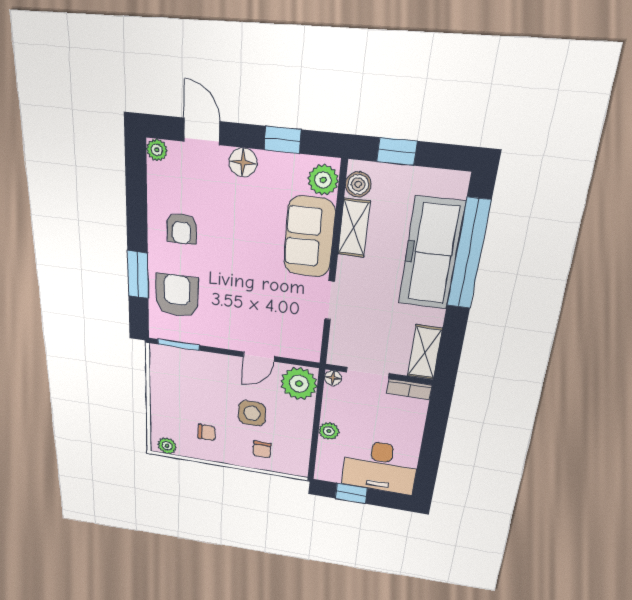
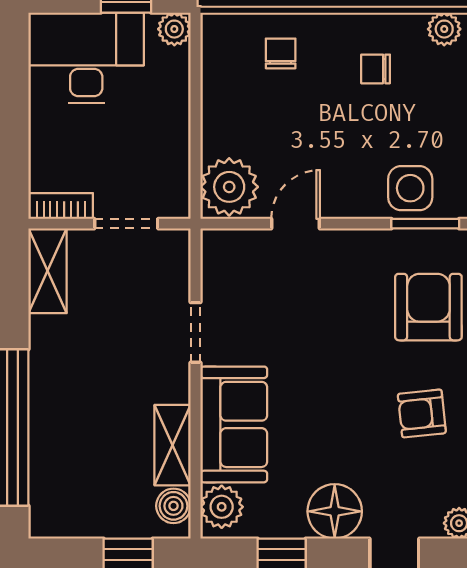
floor lamp: (243, 162) -> (335, 511), width x1.38, depth x1.38
armchair: (182, 229) -> (422, 413), turned -96
freezer: (431, 254) -> (62, 422), removed
armchair: (177, 296) -> (428, 307), turned 180
floor lamp: (333, 378) -> (178, 206), removed
side table: (252, 413) -> (410, 188), moved
plant: (329, 431) -> (174, 29), moved

